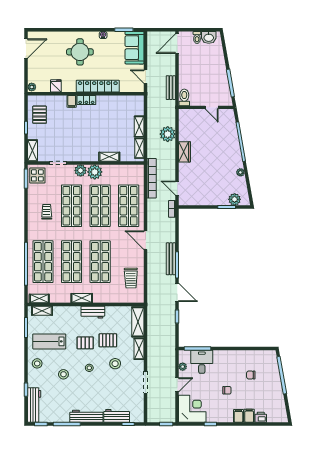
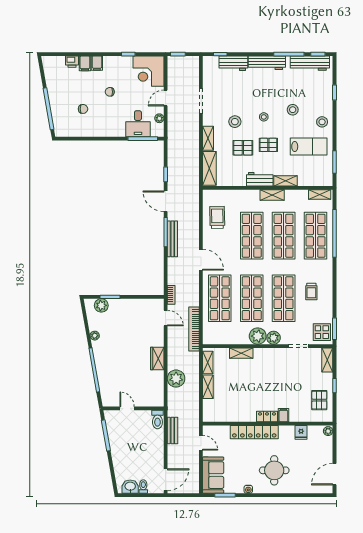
shelving: (42, 311) -> (285, 181), moved
workbench: (34, 405) -> (310, 63), moved, turned -90

